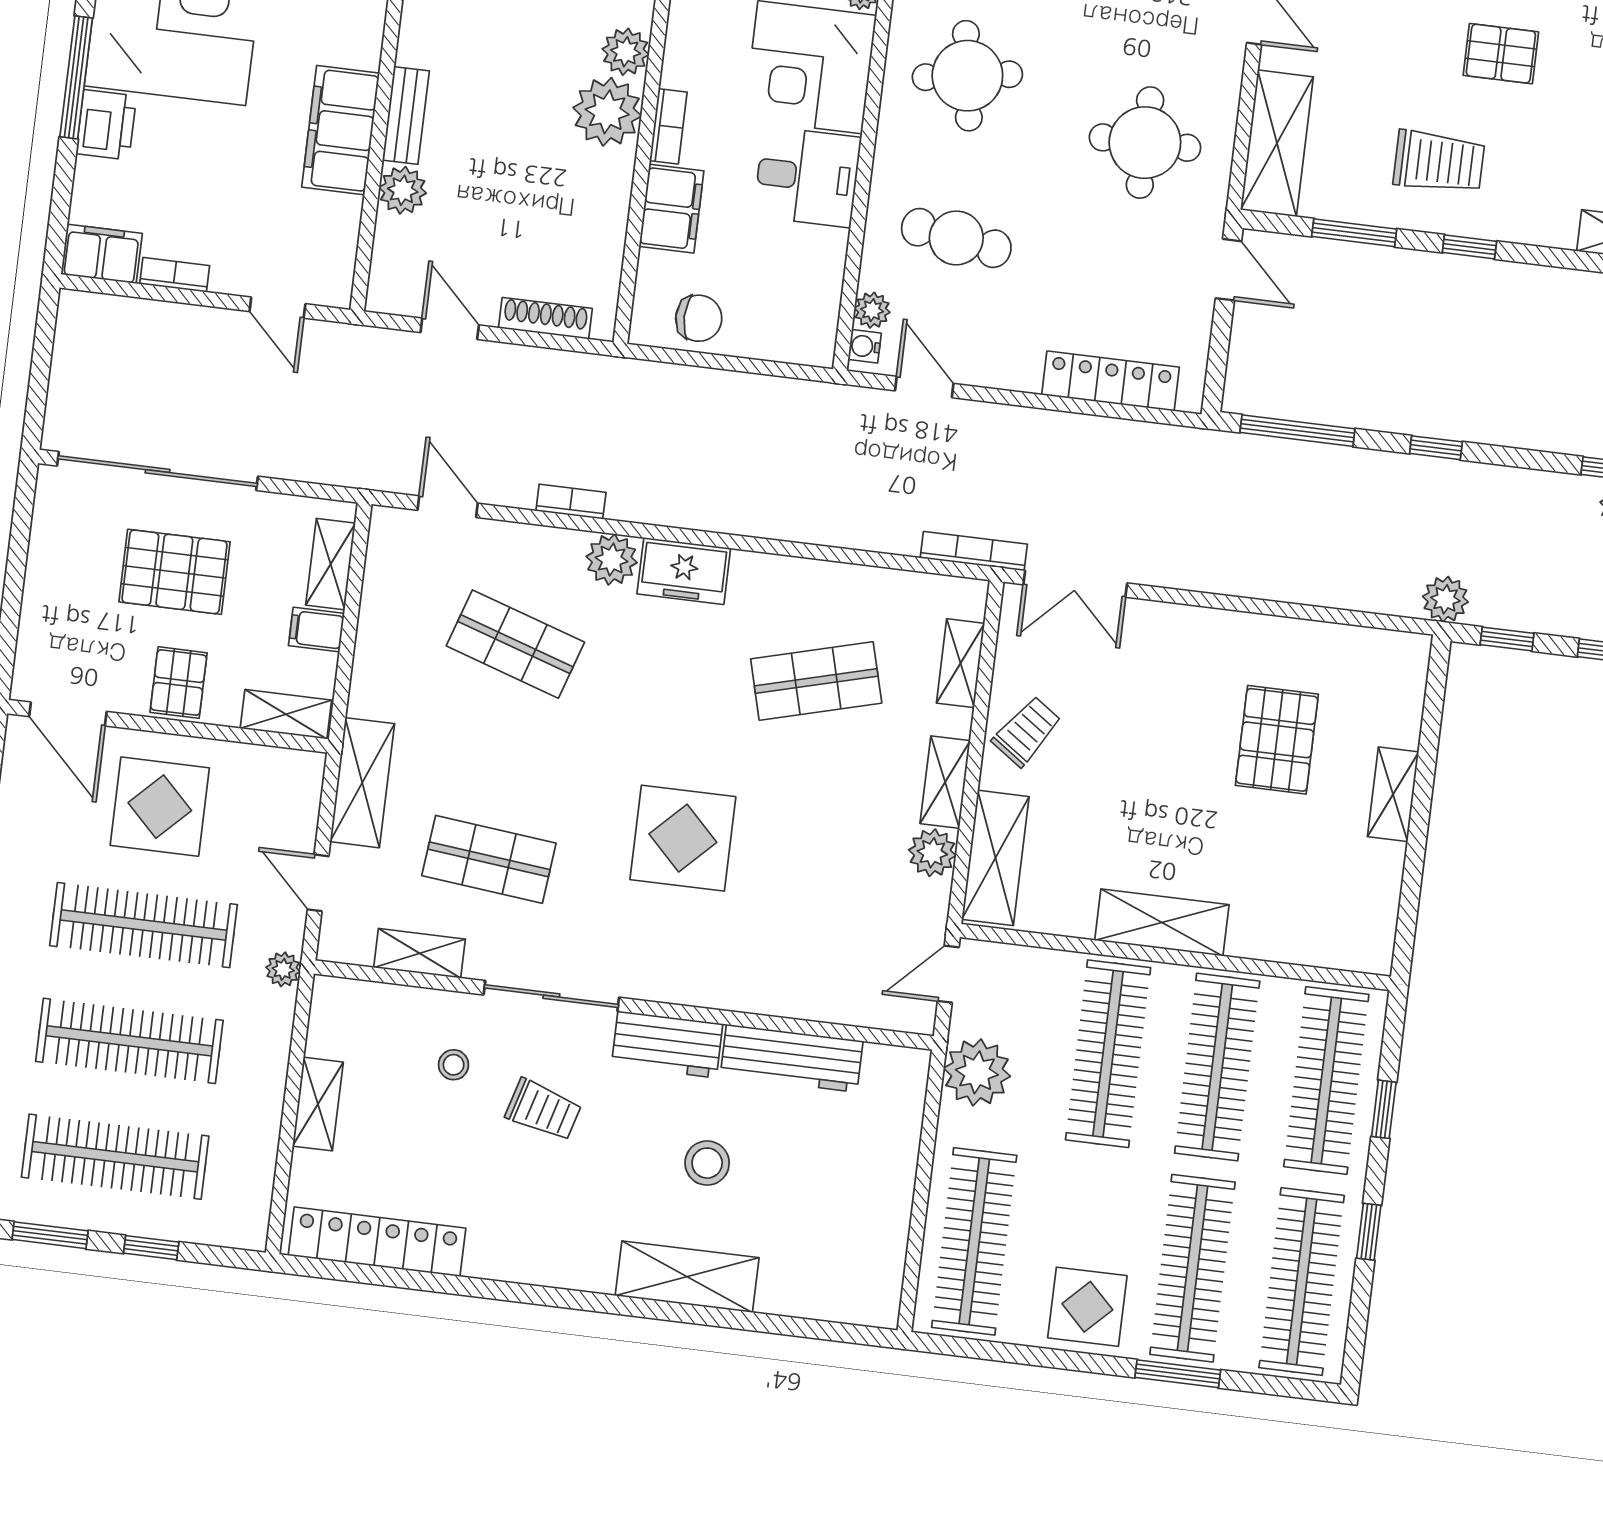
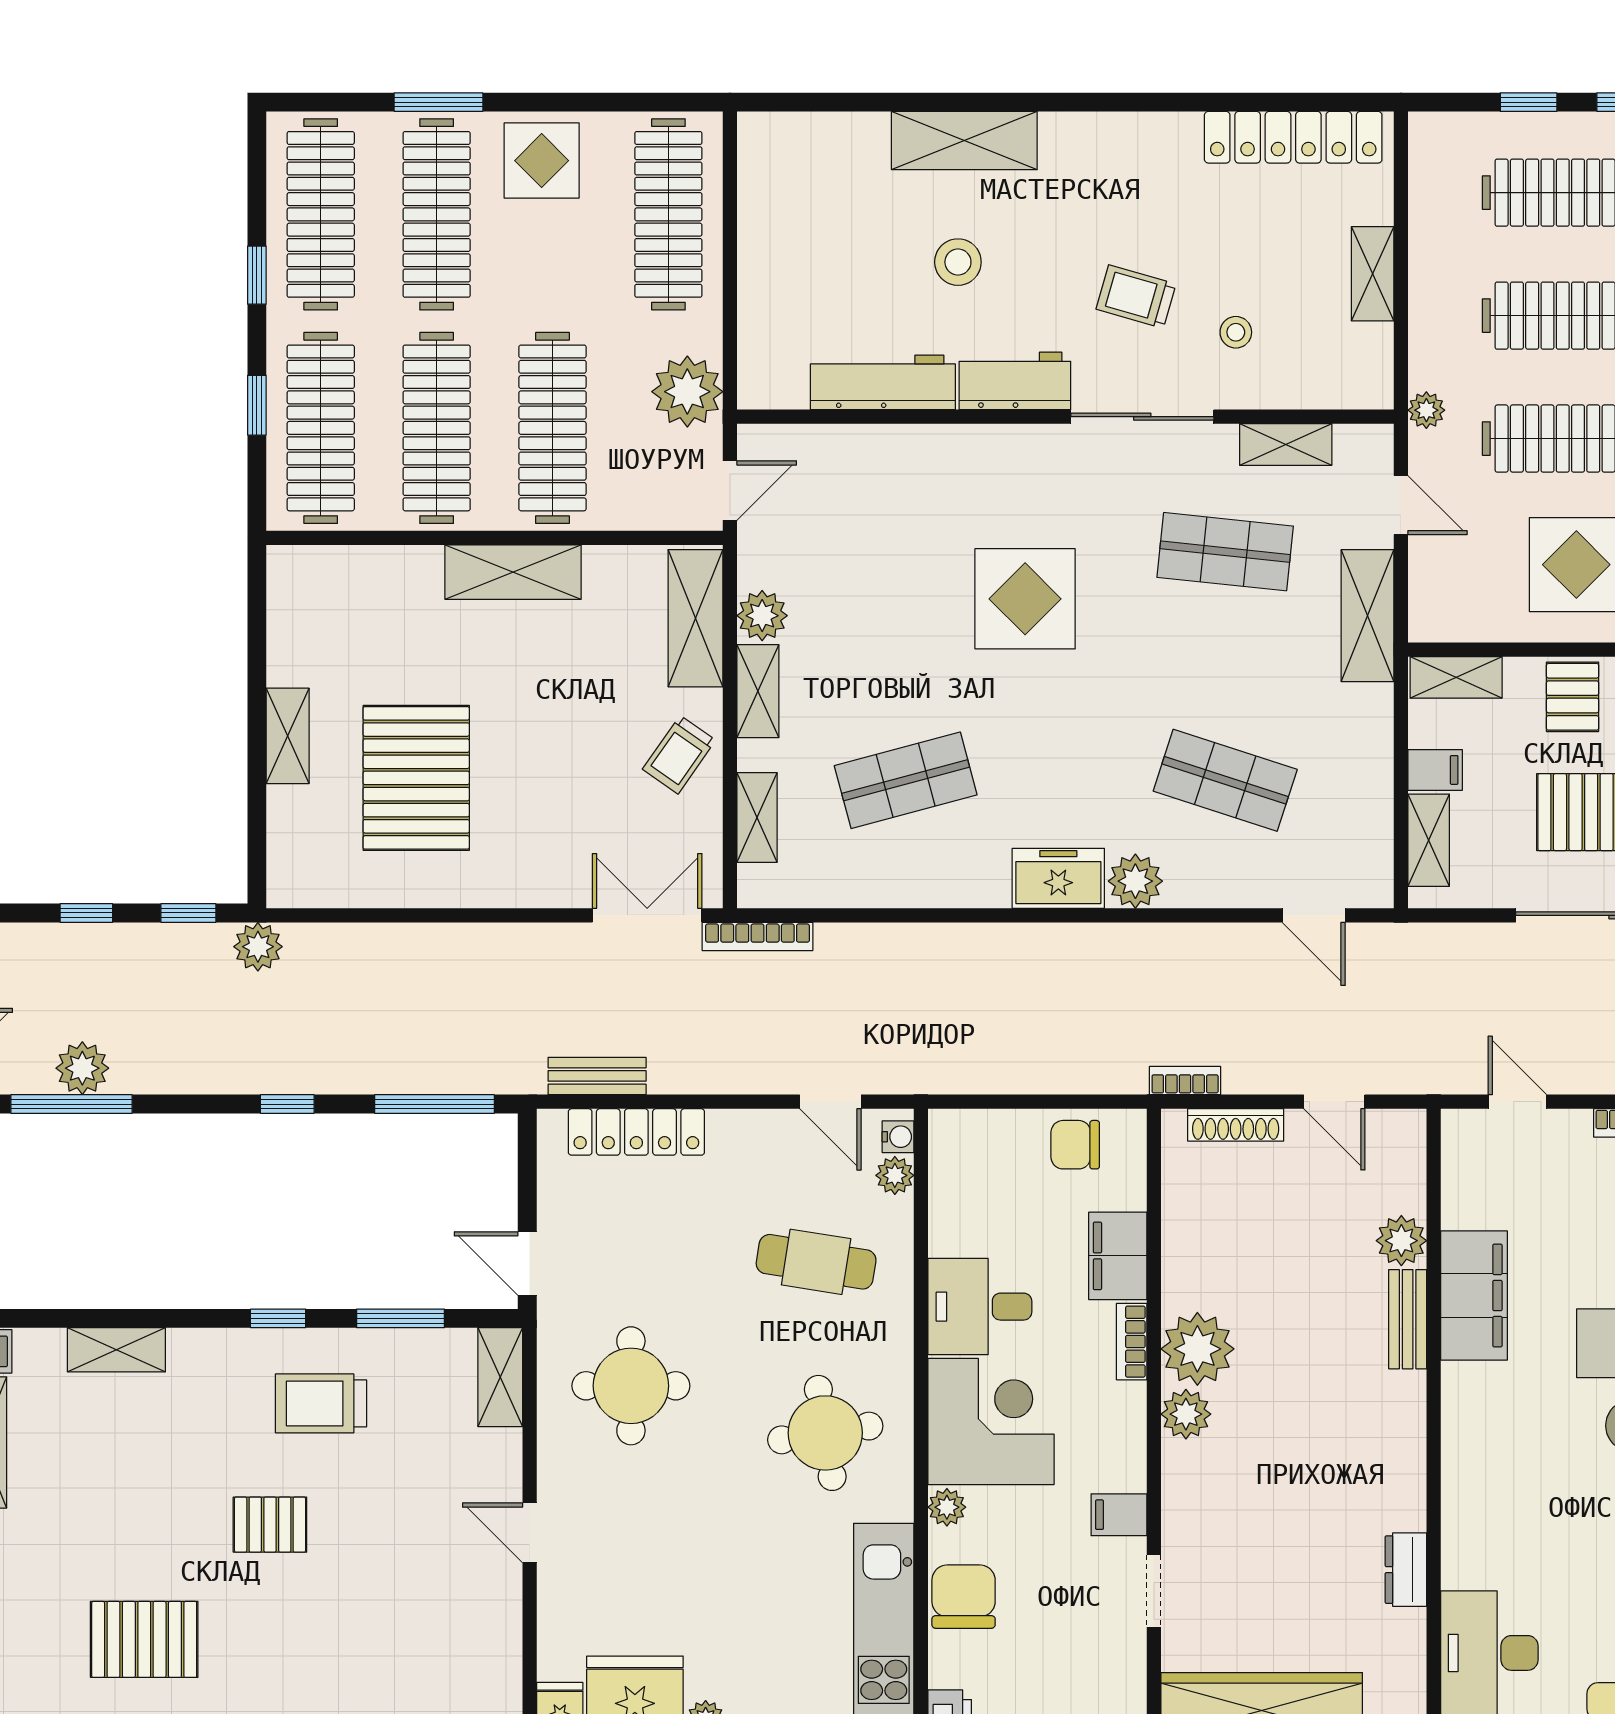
shelving: (1277, 143) -> (500, 1377), width x0.67, depth x0.75
bench: (1141, 438) -> (597, 1076), added
bookcase: (571, 502) -> (1185, 1080), moved, turned 180
pallet: (1277, 740) -> (416, 778), width x1.37, depth x1.41

